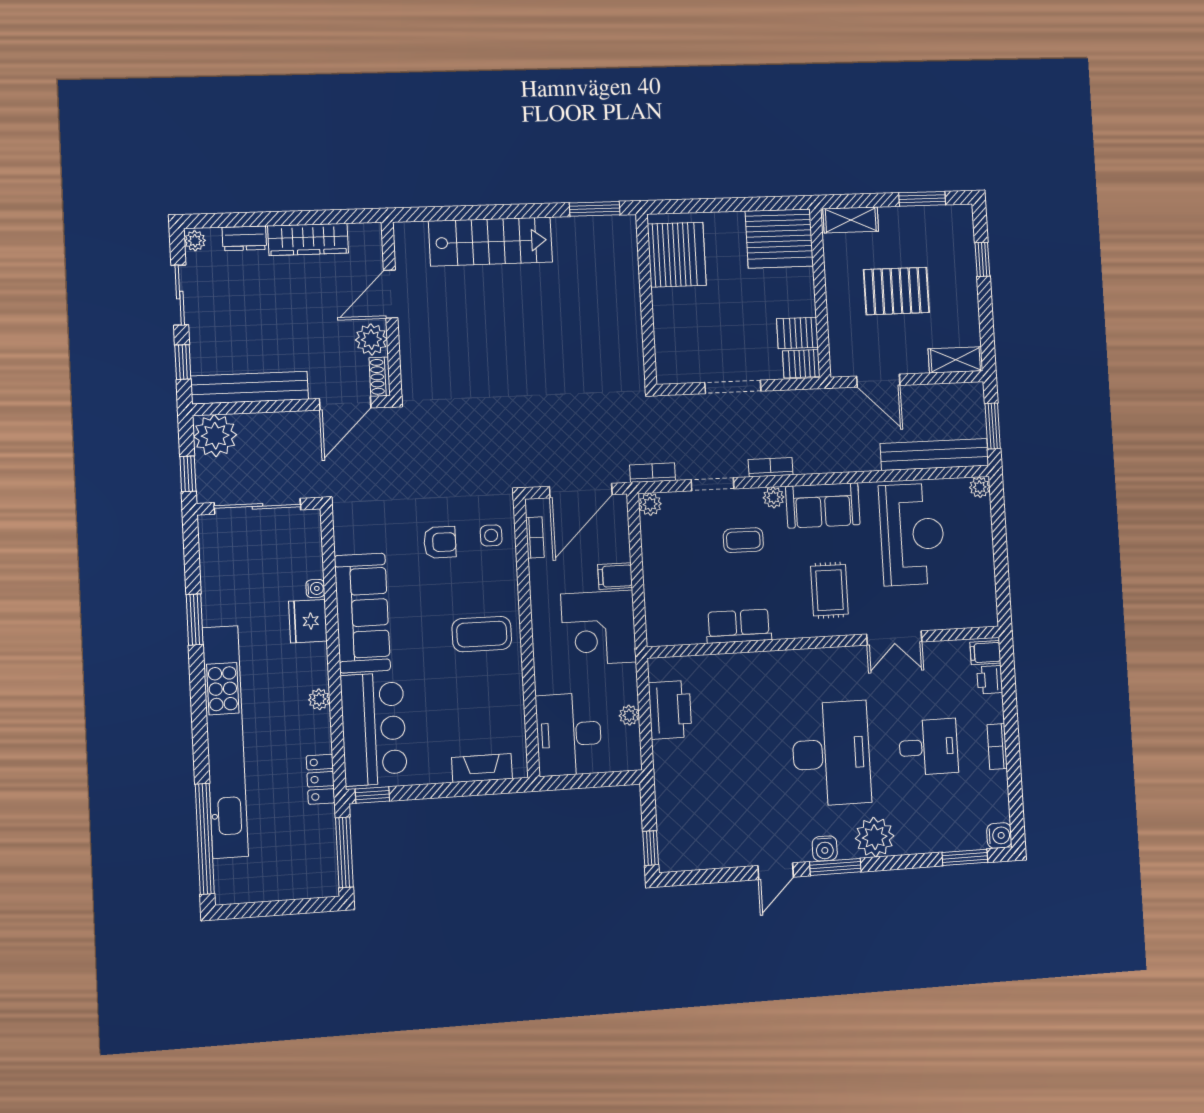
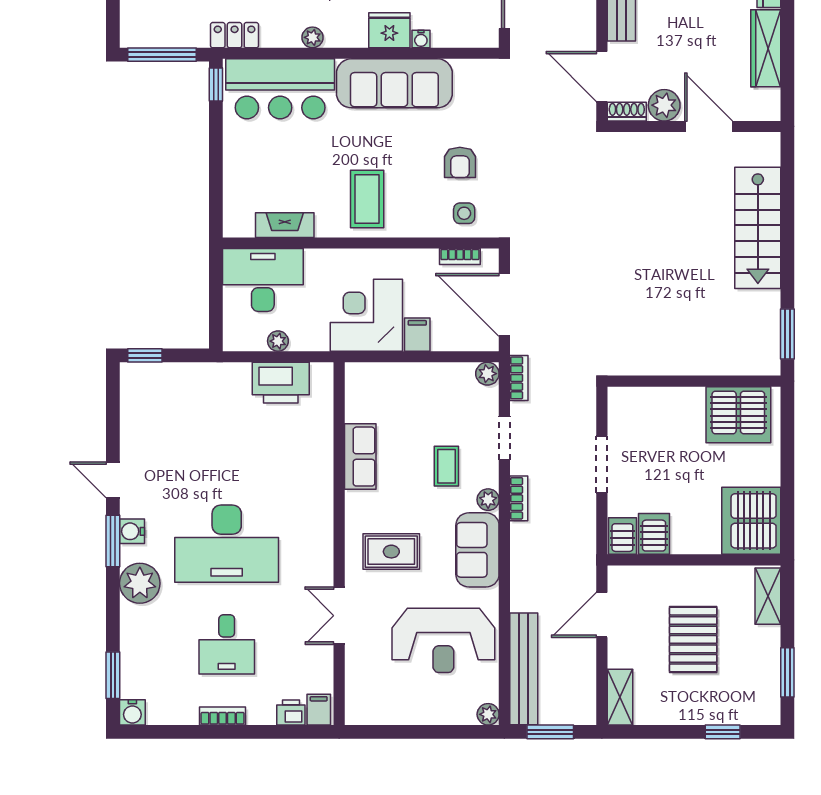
fireplace: (482, 768) -> (285, 225), moved, turned -90

